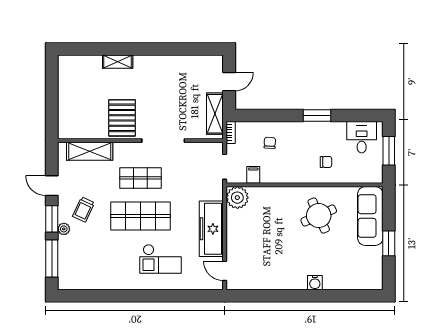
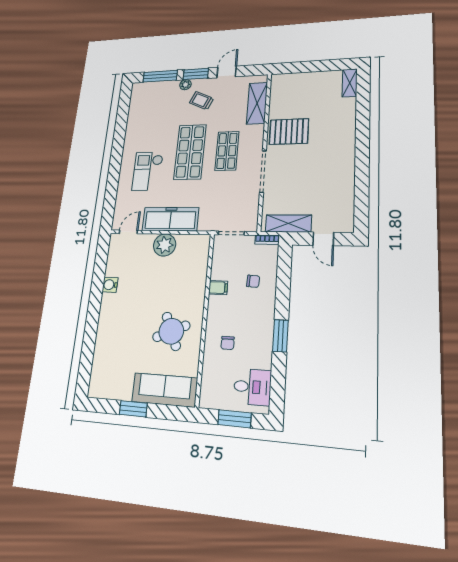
shelving: (118, 62) -> (350, 83), moved
filing cabinet: (253, 175) -> (218, 288), moved
plant: (237, 198) -> (165, 245), moved
water cooler: (315, 283) -> (110, 285), moved

